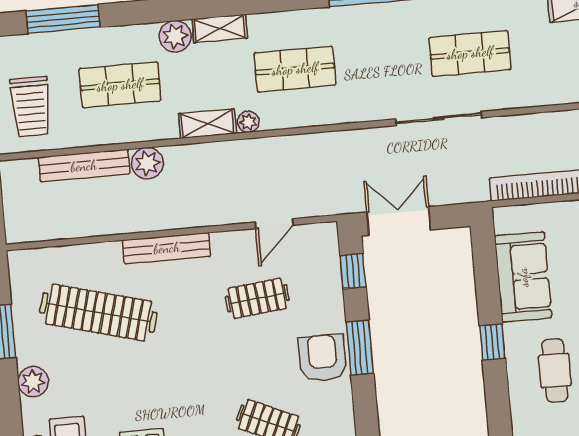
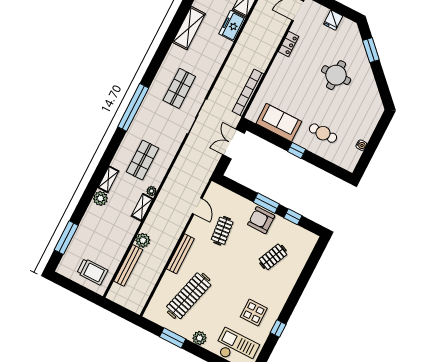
shop shelf: (120, 85) -> (106, 232), removed
double door: (399, 221) -> (233, 144), moved
window: (353, 271) -> (293, 217), moved

